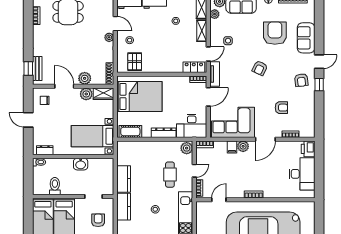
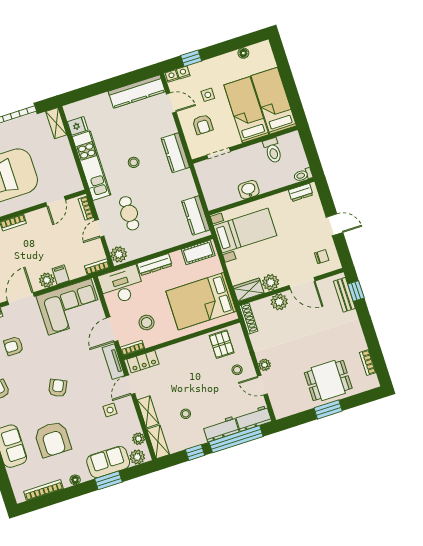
stool: (183, 94) -> (147, 323), added
kitchen counter: (124, 179) -> (196, 215), moved

